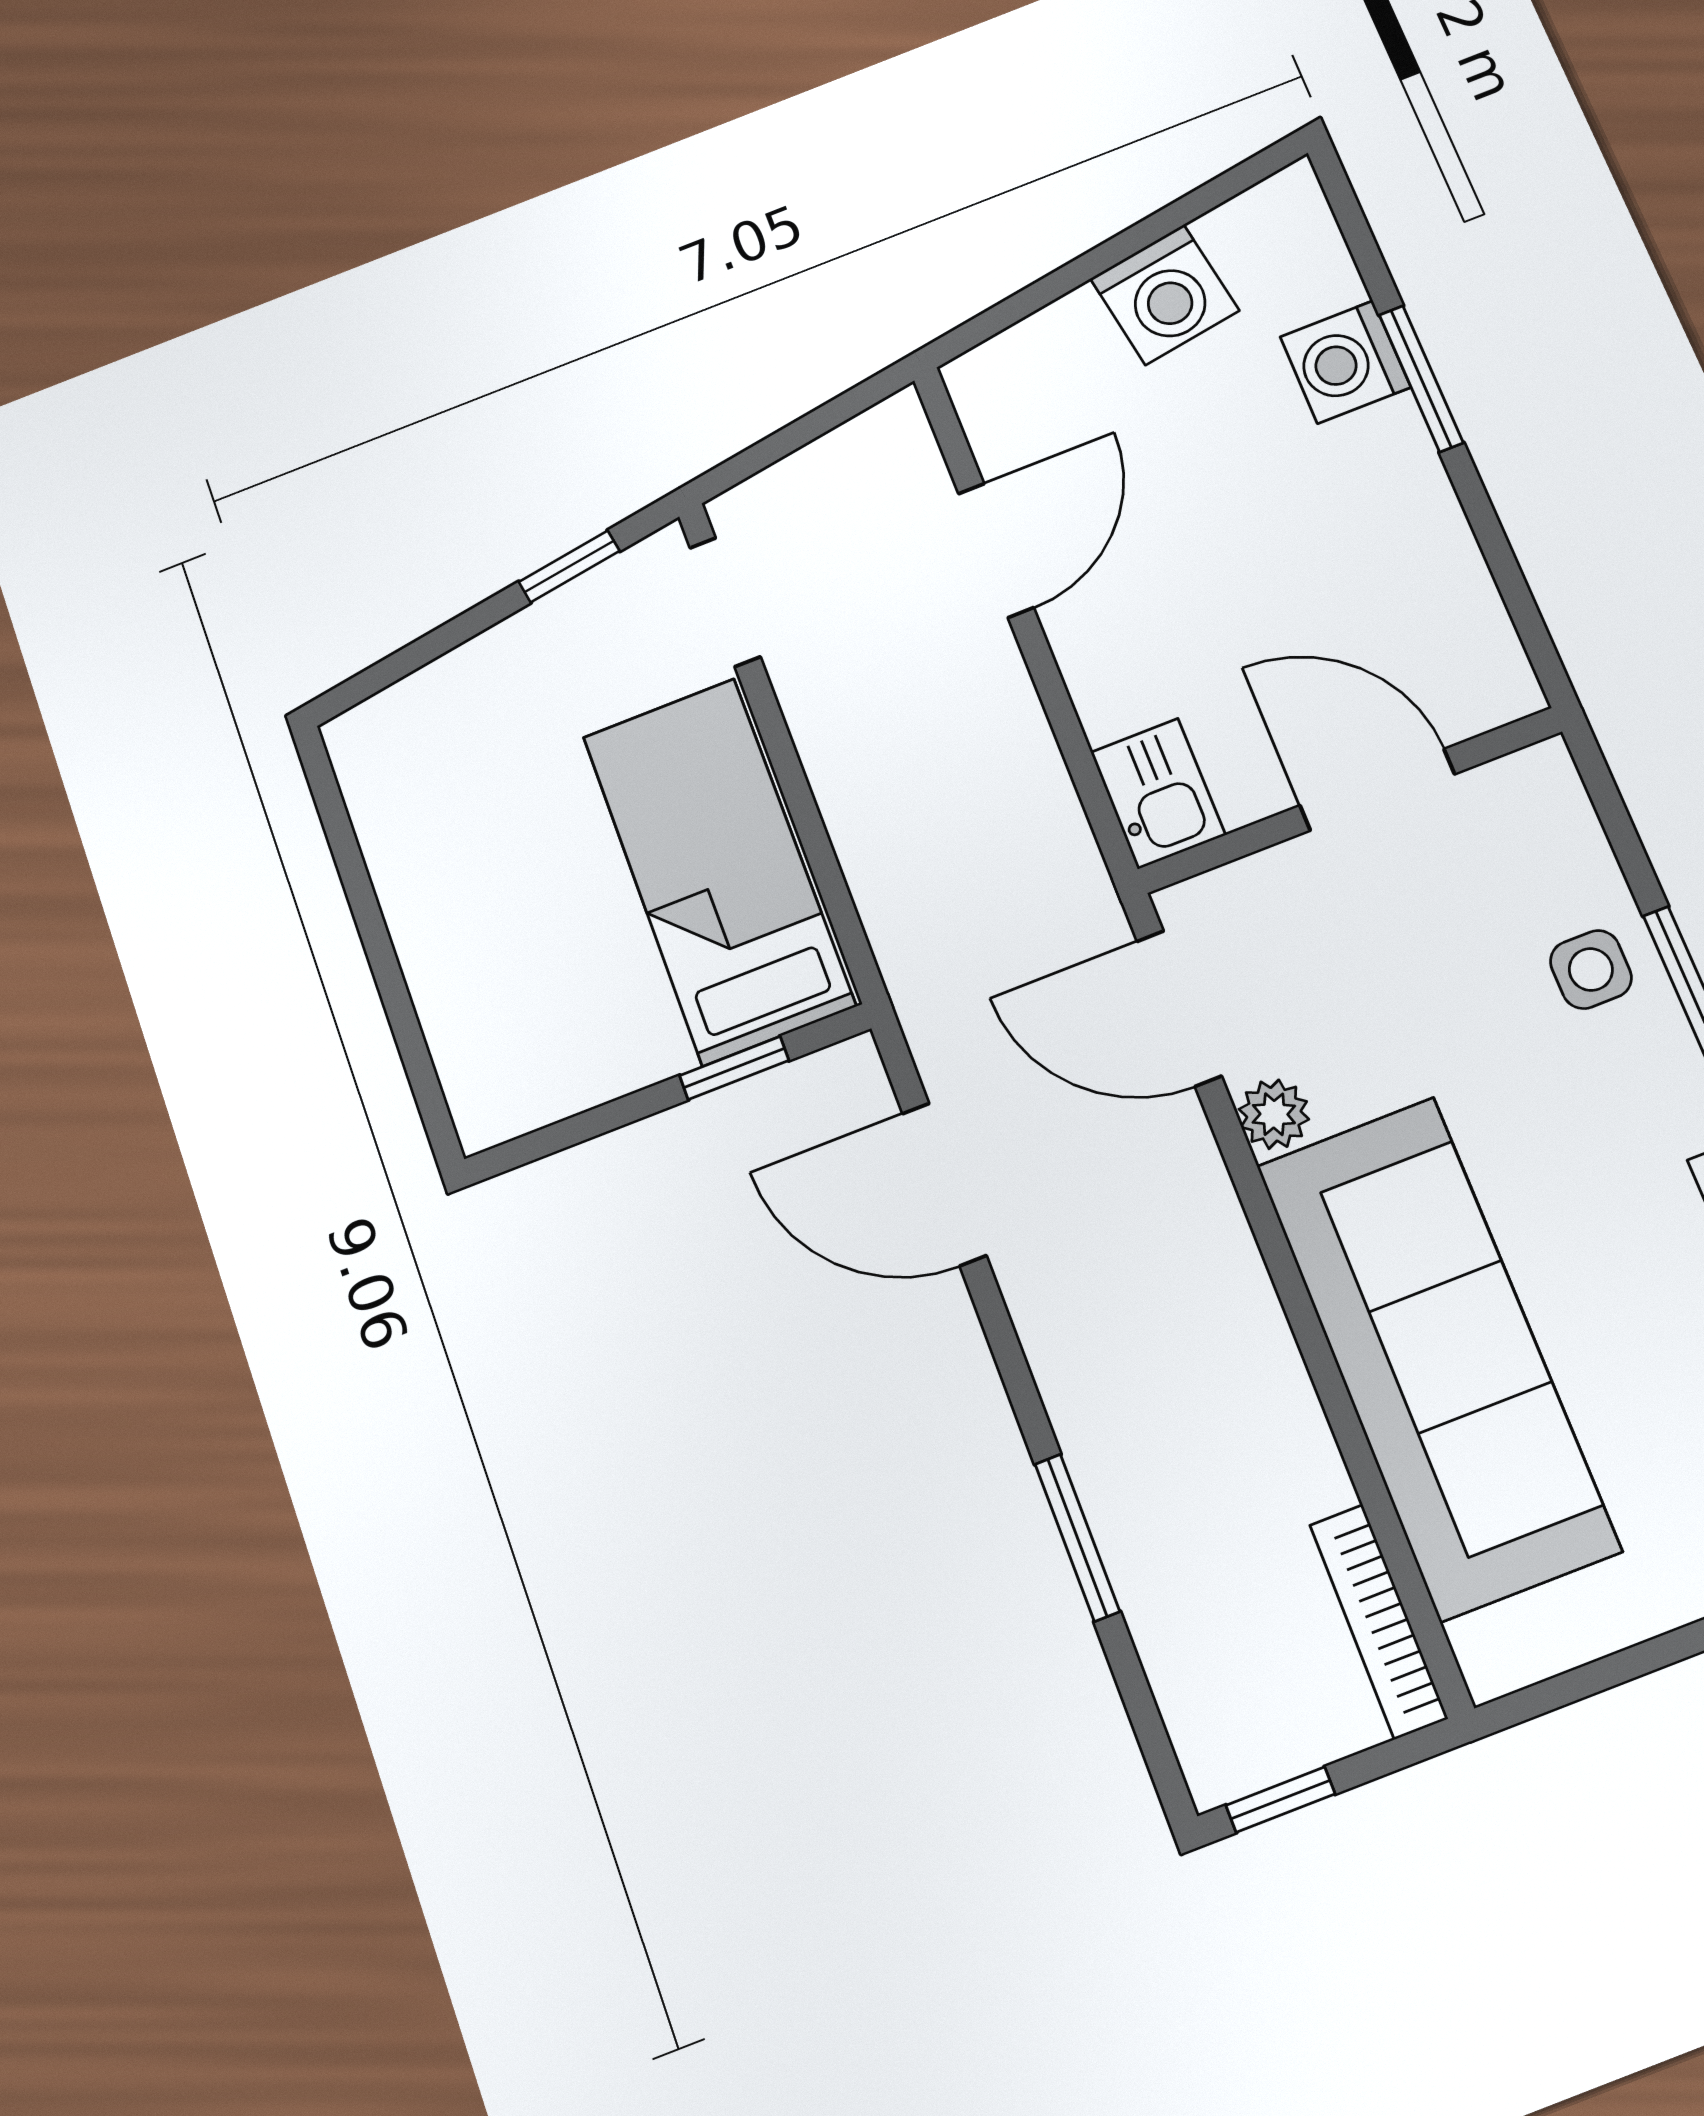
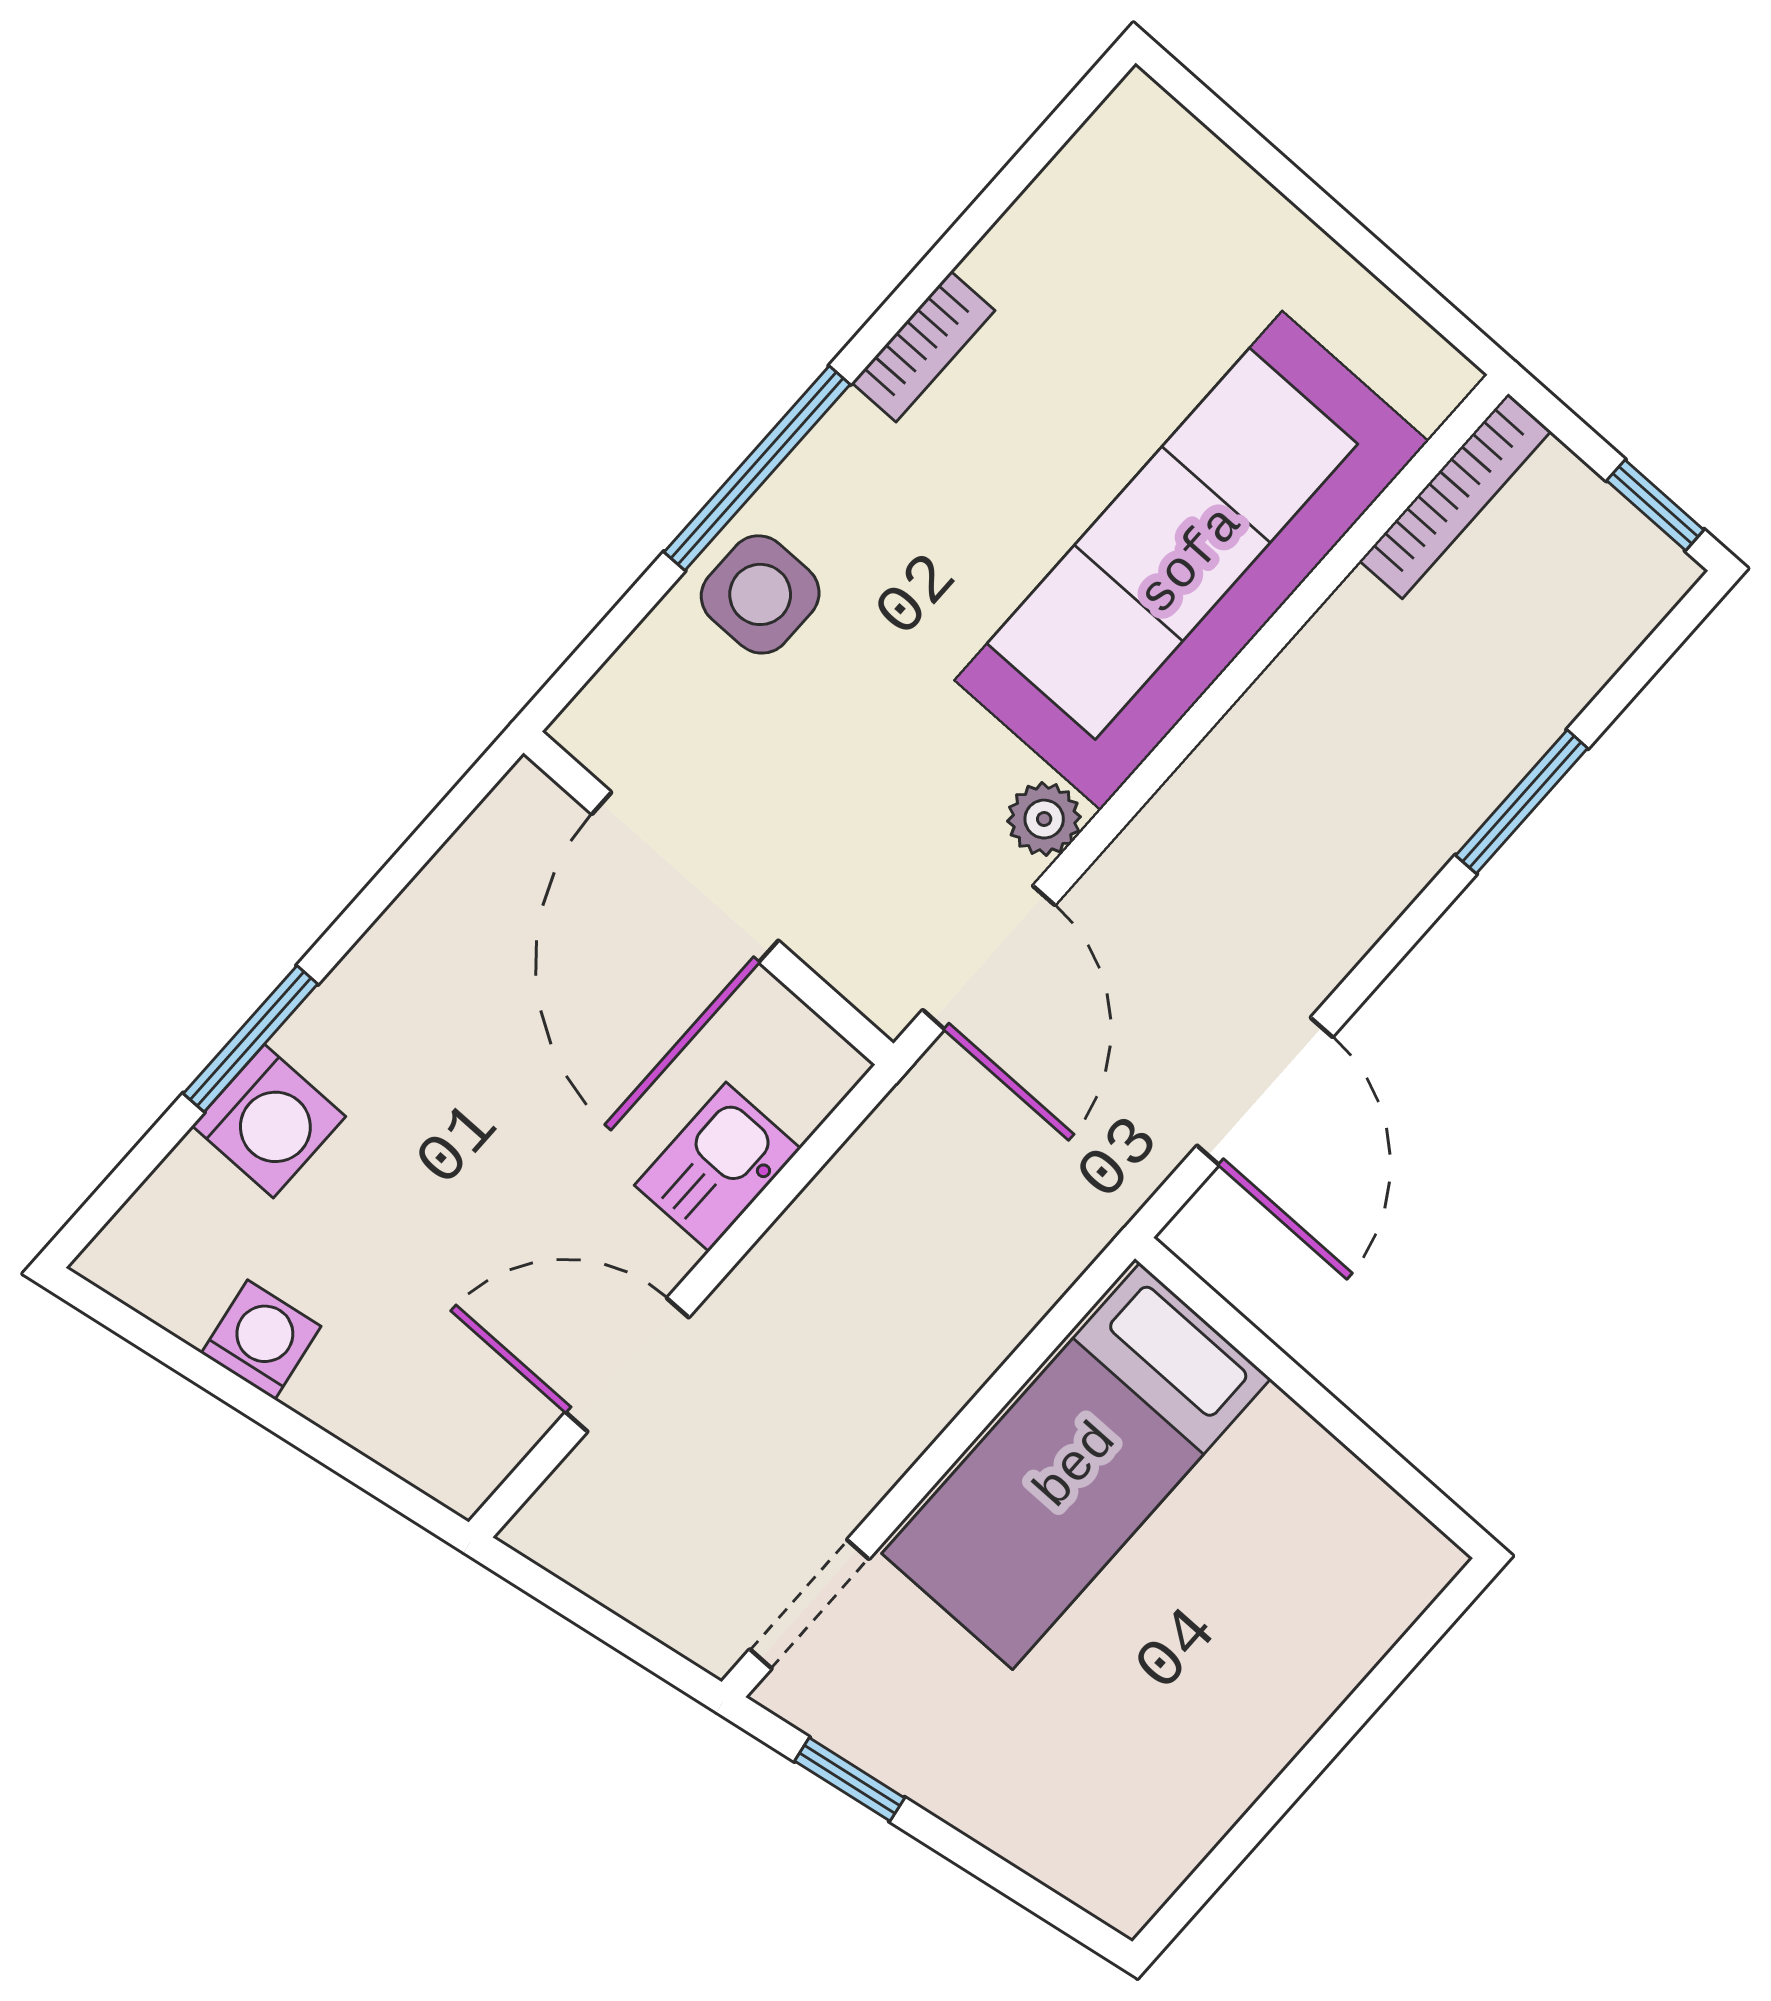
washing machine: (1165, 295) -> (261, 1340), width x0.73, depth x0.73
door: (1377, 790) -> (685, 877), width x1.36
kitchen sink: (1158, 793) -> (717, 1167), moved
side table: (1591, 969) -> (760, 594), width x1.37, depth x1.37
window: (734, 1068) -> (1257, 1348), removed

